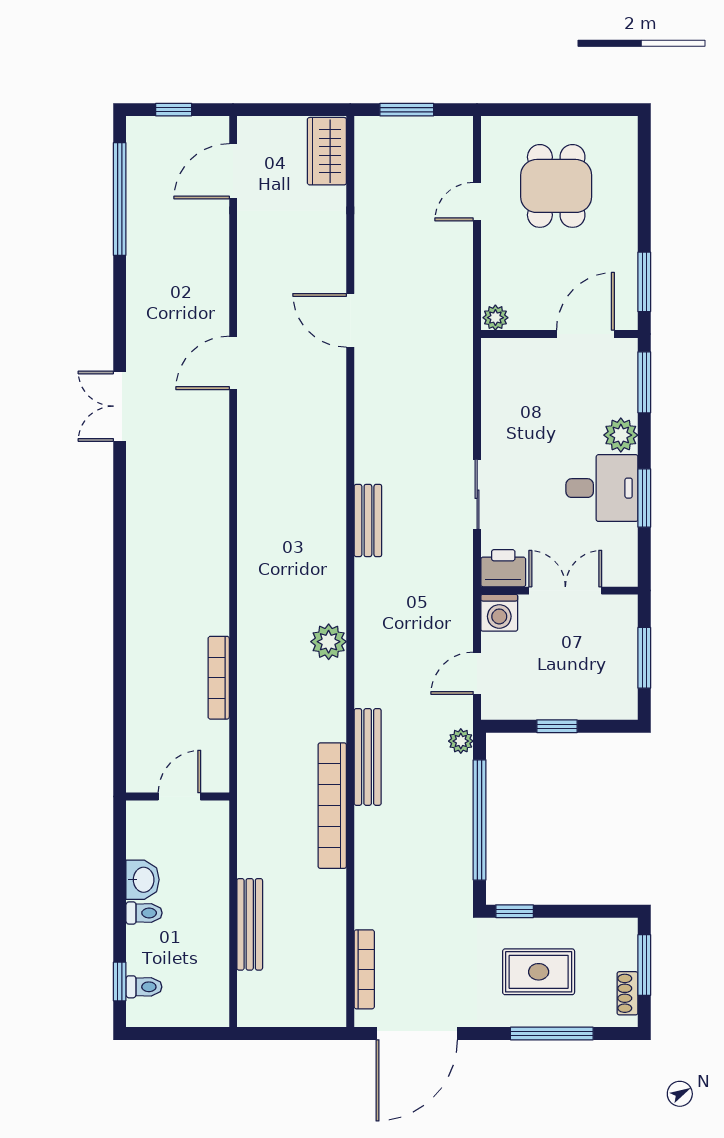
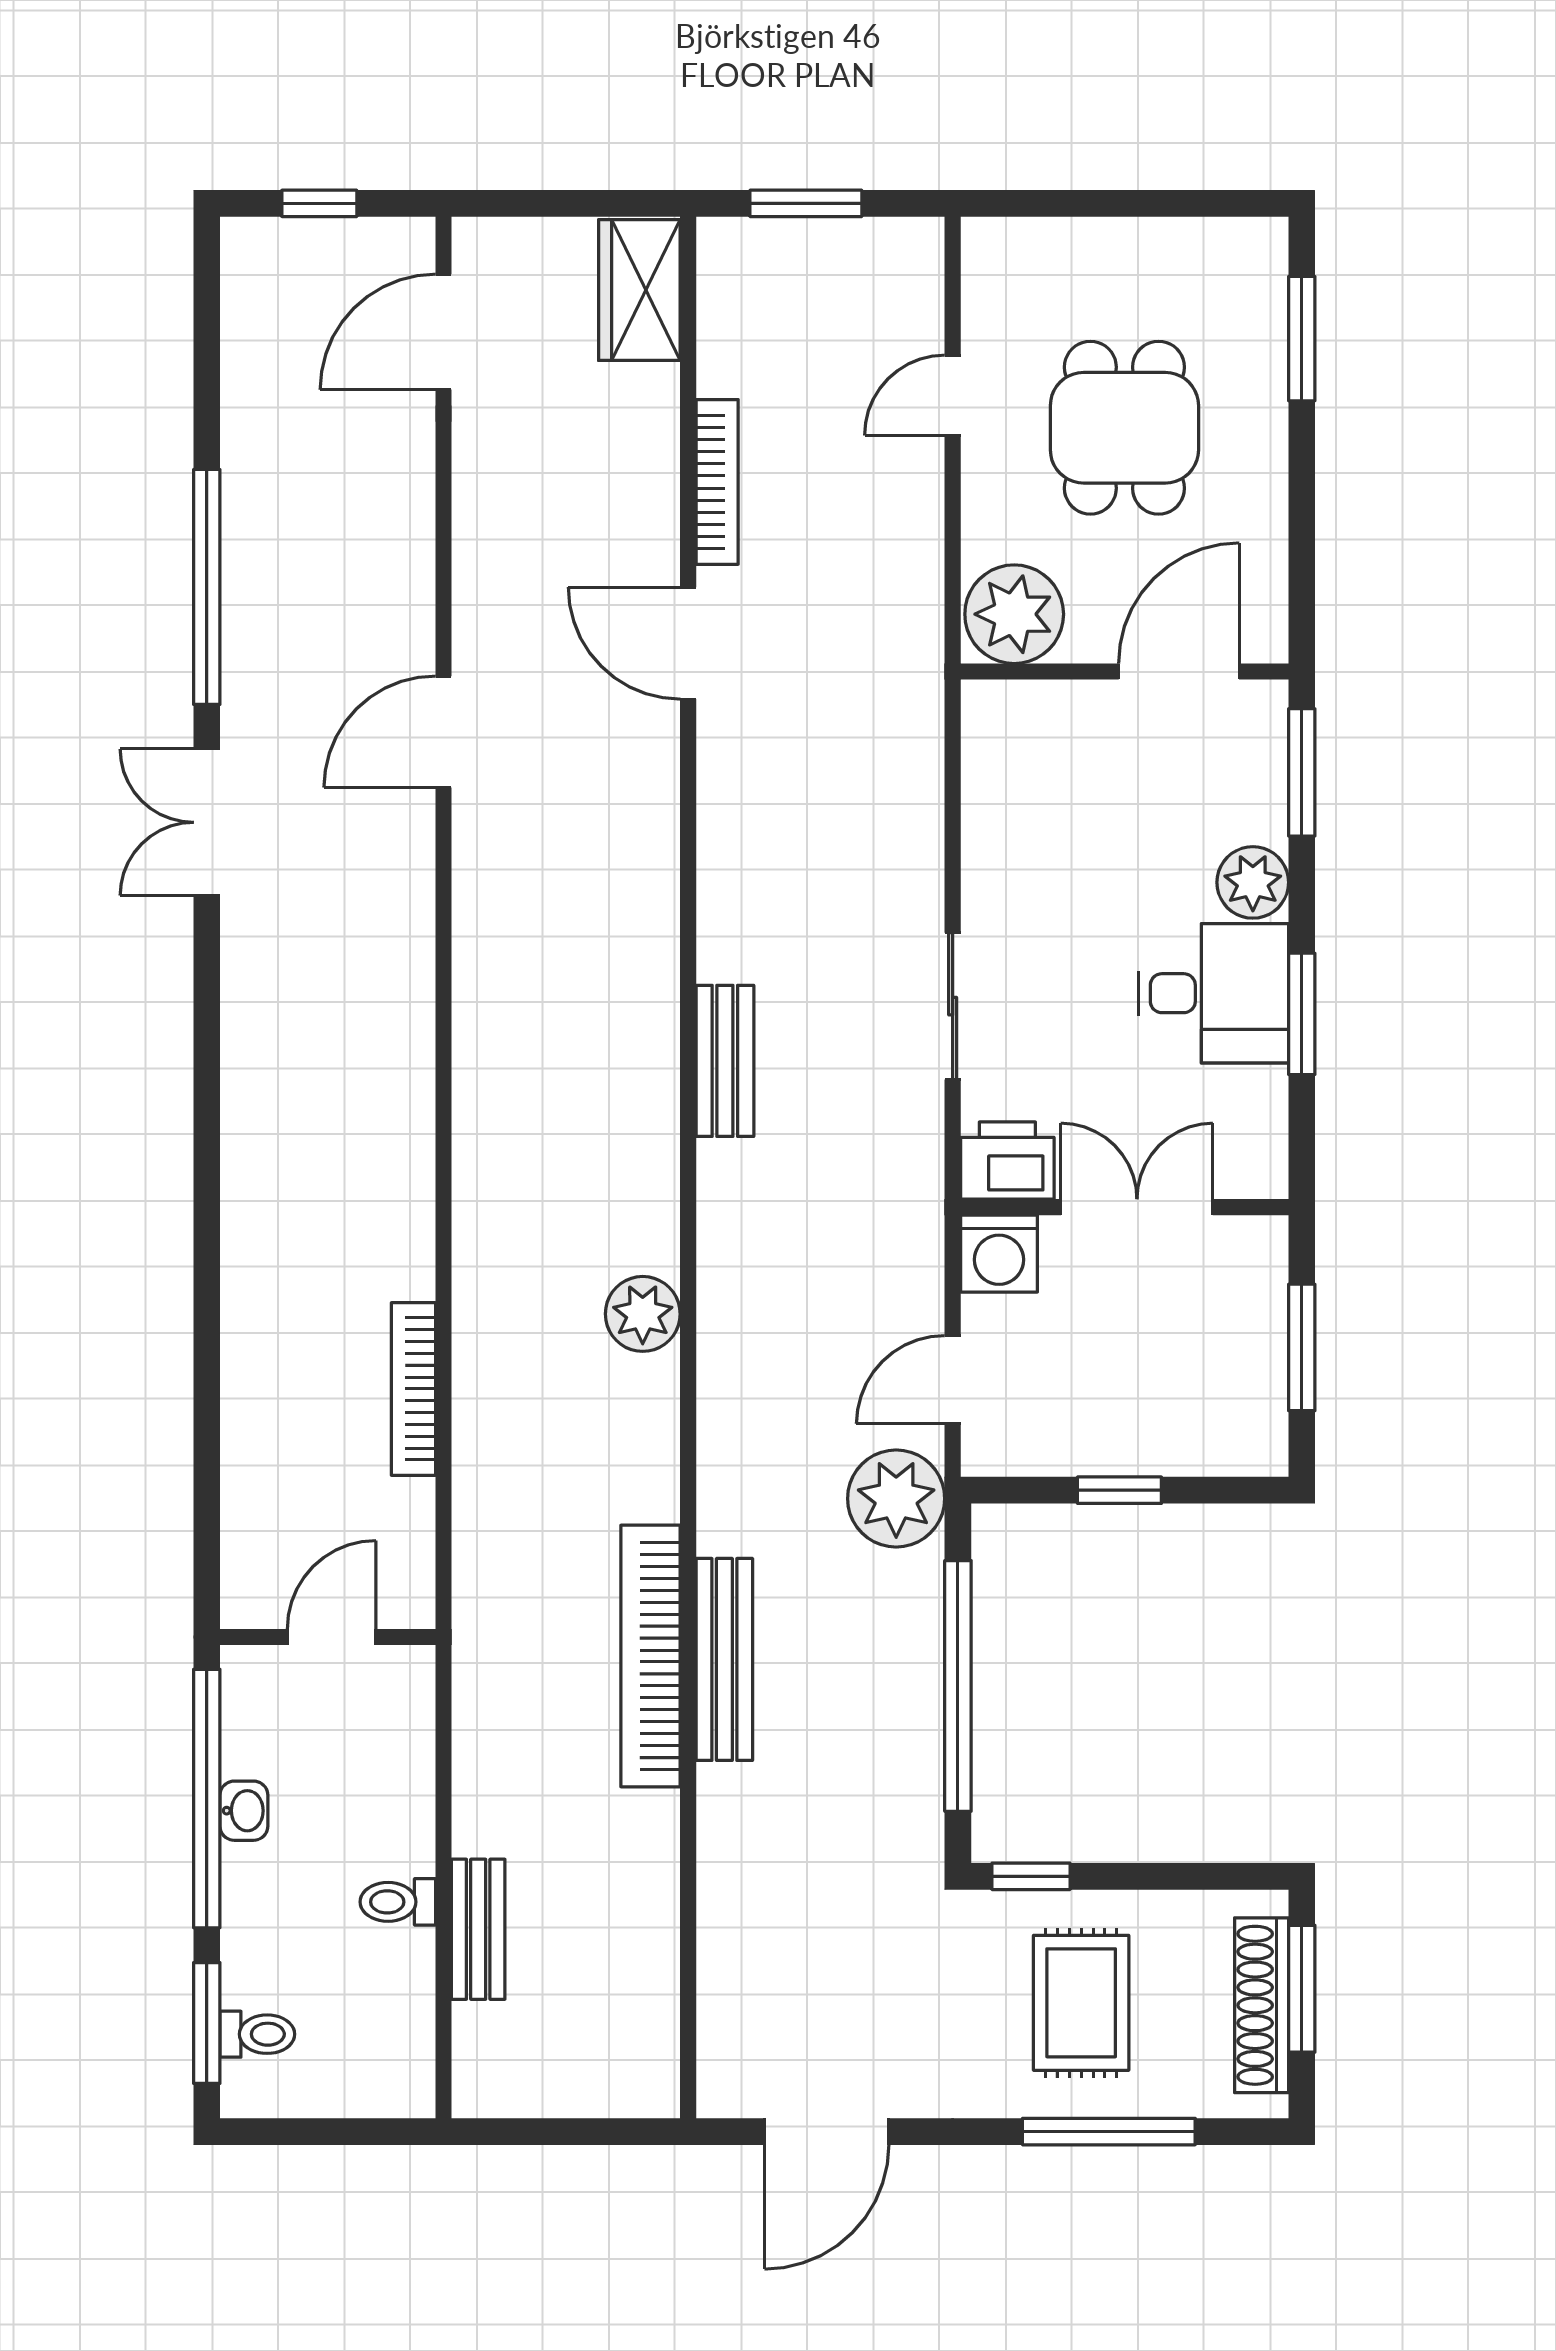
dining table: (556, 186) -> (1124, 428), moved
window: (120, 199) -> (207, 587), moved
window: (644, 282) -> (1302, 339), moved
plant: (495, 318) -> (1014, 614), width x1.87, depth x1.87
plant: (461, 741) -> (896, 1499), width x1.87, depth x1.87
bench: (368, 757) -> (724, 1659), moved
window: (120, 874) -> (207, 1799), added
washbasin: (143, 880) -> (244, 1811), width x0.72, depth x0.69
toilet: (144, 913) -> (398, 1902), moved, turned 180
bench: (250, 924) -> (478, 1929), width x0.73
bookcase: (364, 969) -> (717, 482), moved
rug: (539, 972) -> (1081, 2003), turned 90
window: (120, 981) -> (207, 2023), width x1.50
shoe rack: (627, 993) -> (1262, 2005), width x1.94, depth x1.24
door: (417, 1033) -> (827, 2132), width x0.73

